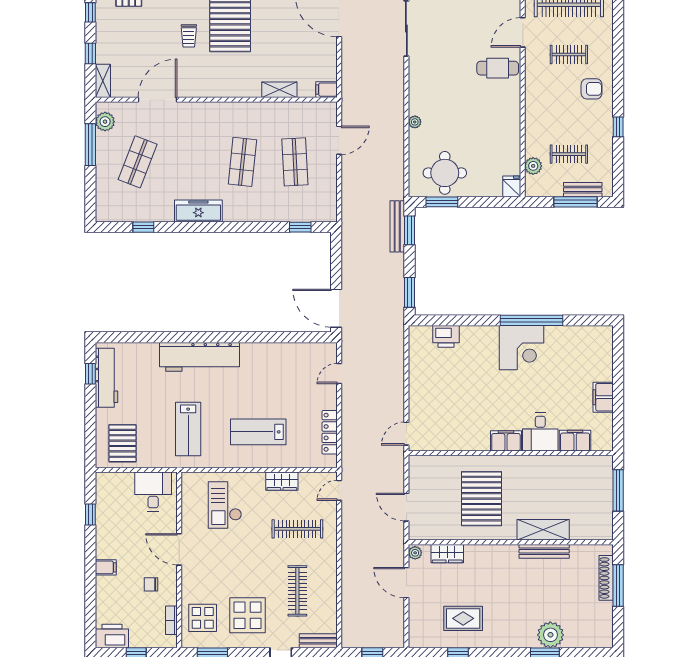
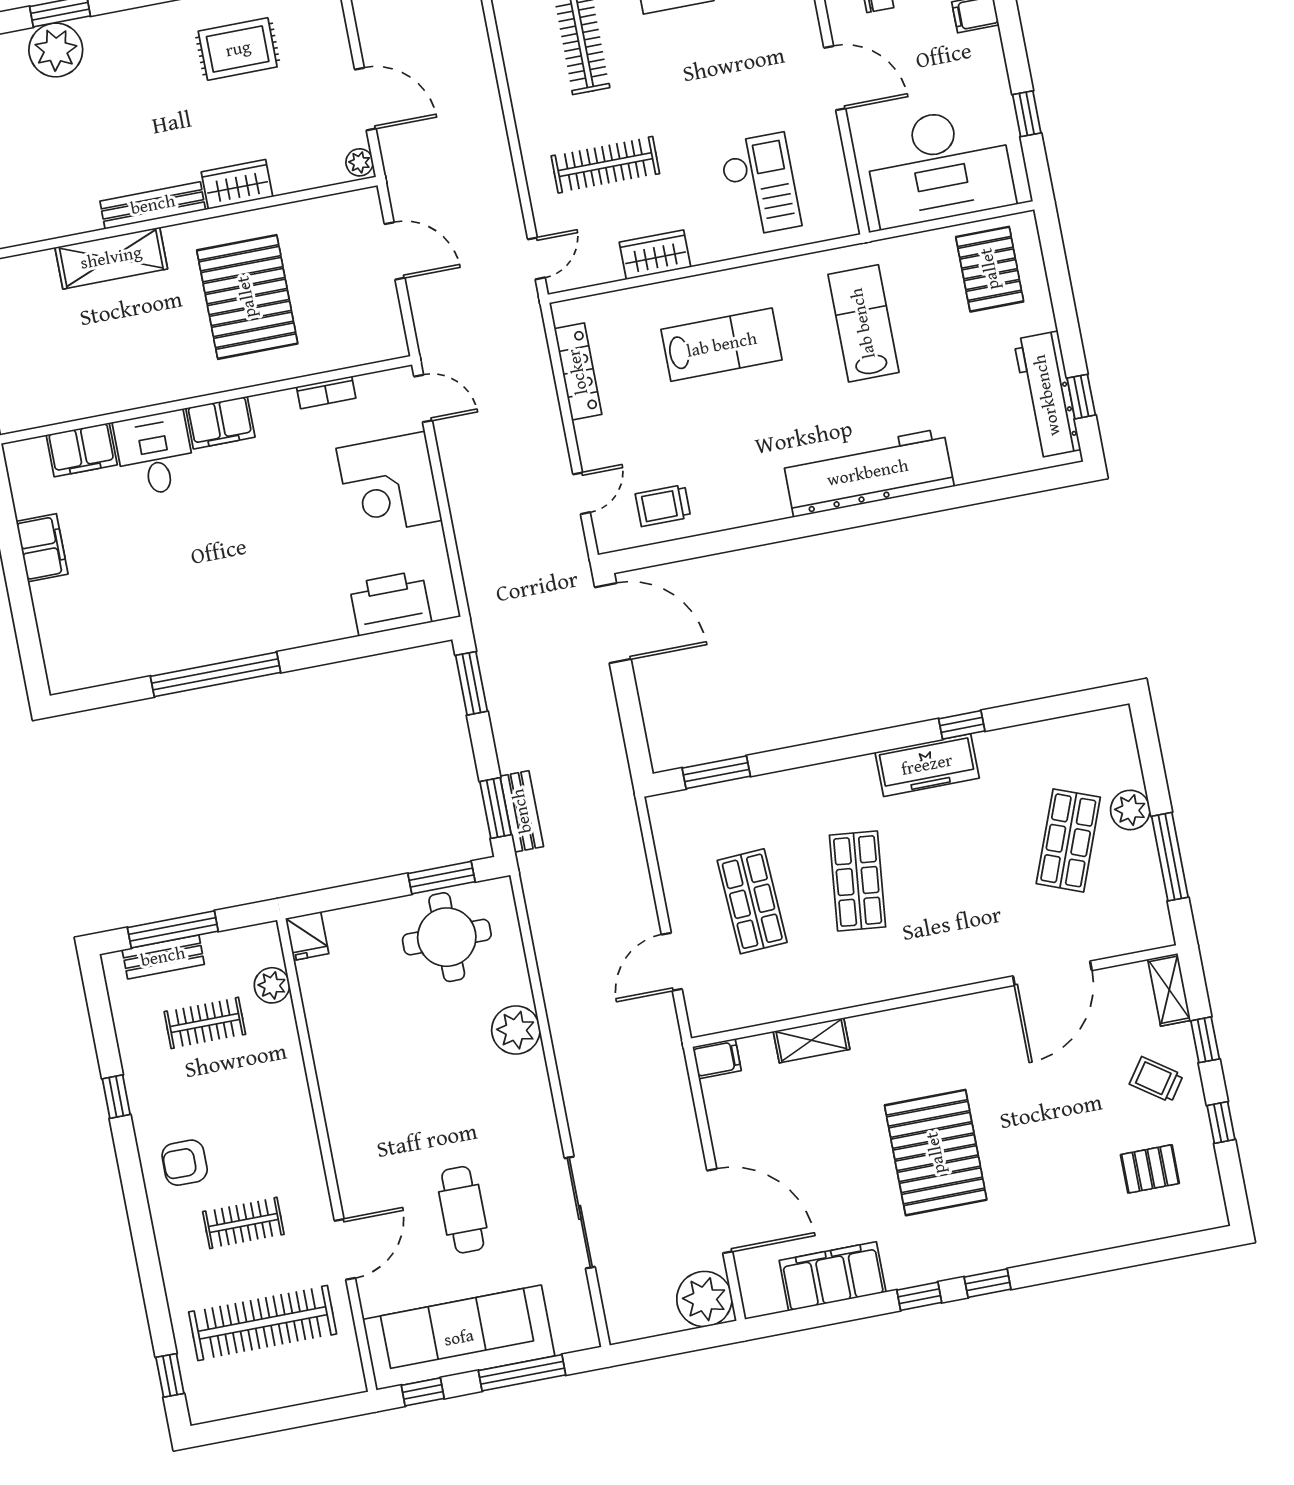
trolley: (189, 36) -> (1156, 1080), moved, turned -55
cafe table: (498, 68) -> (463, 1210), moved, turned 90
plant: (105, 122) -> (1130, 810), moved
plant: (415, 122) -> (516, 1030), width x1.87, depth x1.87
bench: (397, 226) -> (522, 811), width x0.73
window: (143, 227) -> (962, 725), moved
window: (300, 227) -> (716, 772), width x1.50
printer: (446, 336) -> (390, 603), width x1.37, depth x1.19
corner desk: (522, 348) -> (389, 484), moved, turned -90
trolley: (301, 360) -> (663, 506), added
door: (406, 434) -> (423, 399), hinge flipped
bookcase: (452, 446) -> (326, 392), added
desk: (153, 491) -> (939, 166), width x1.87, depth x1.30
bench: (544, 551) -> (153, 205), moved
wardrobe: (447, 554) -> (237, 184), moved

